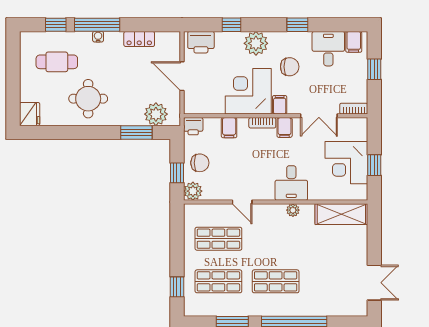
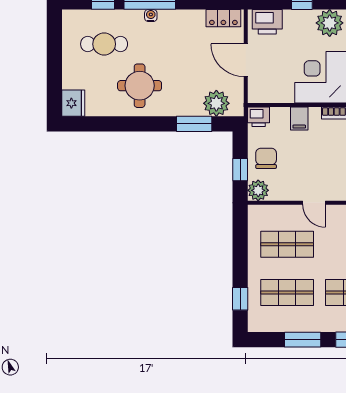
locker: (139, 39) -> (223, 18), moved
chair: (200, 163) -> (266, 158), turned -90

